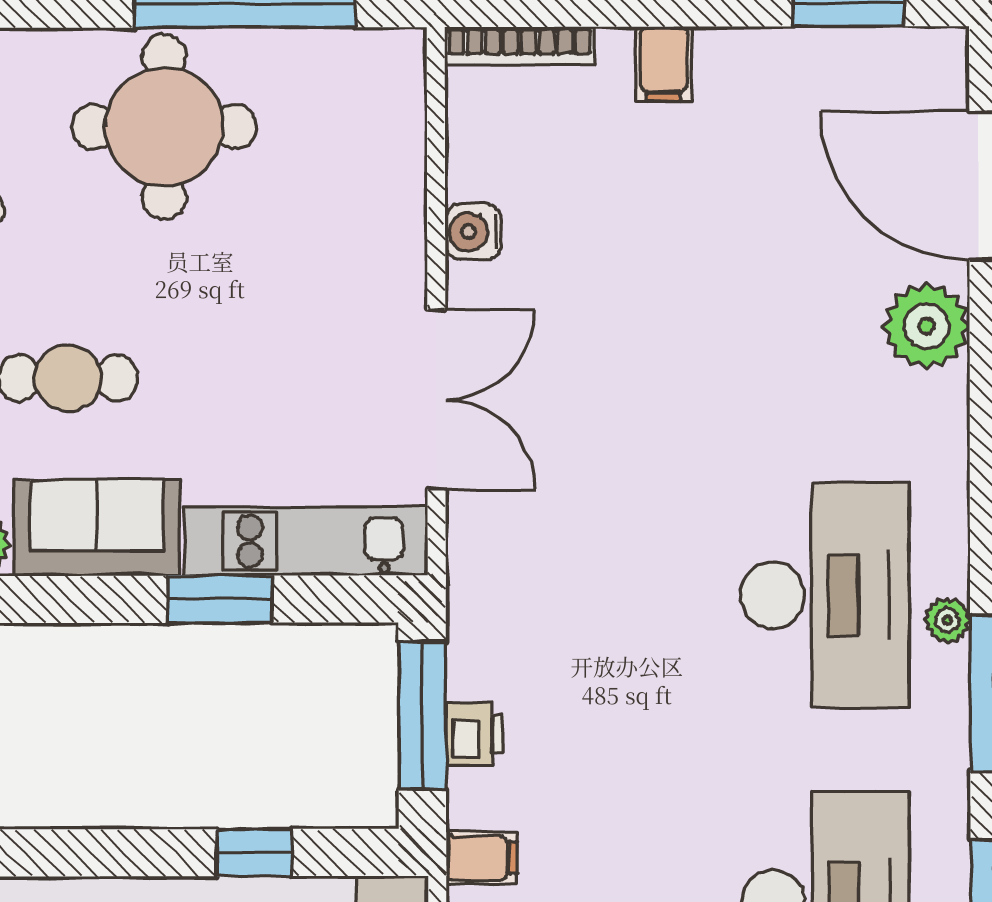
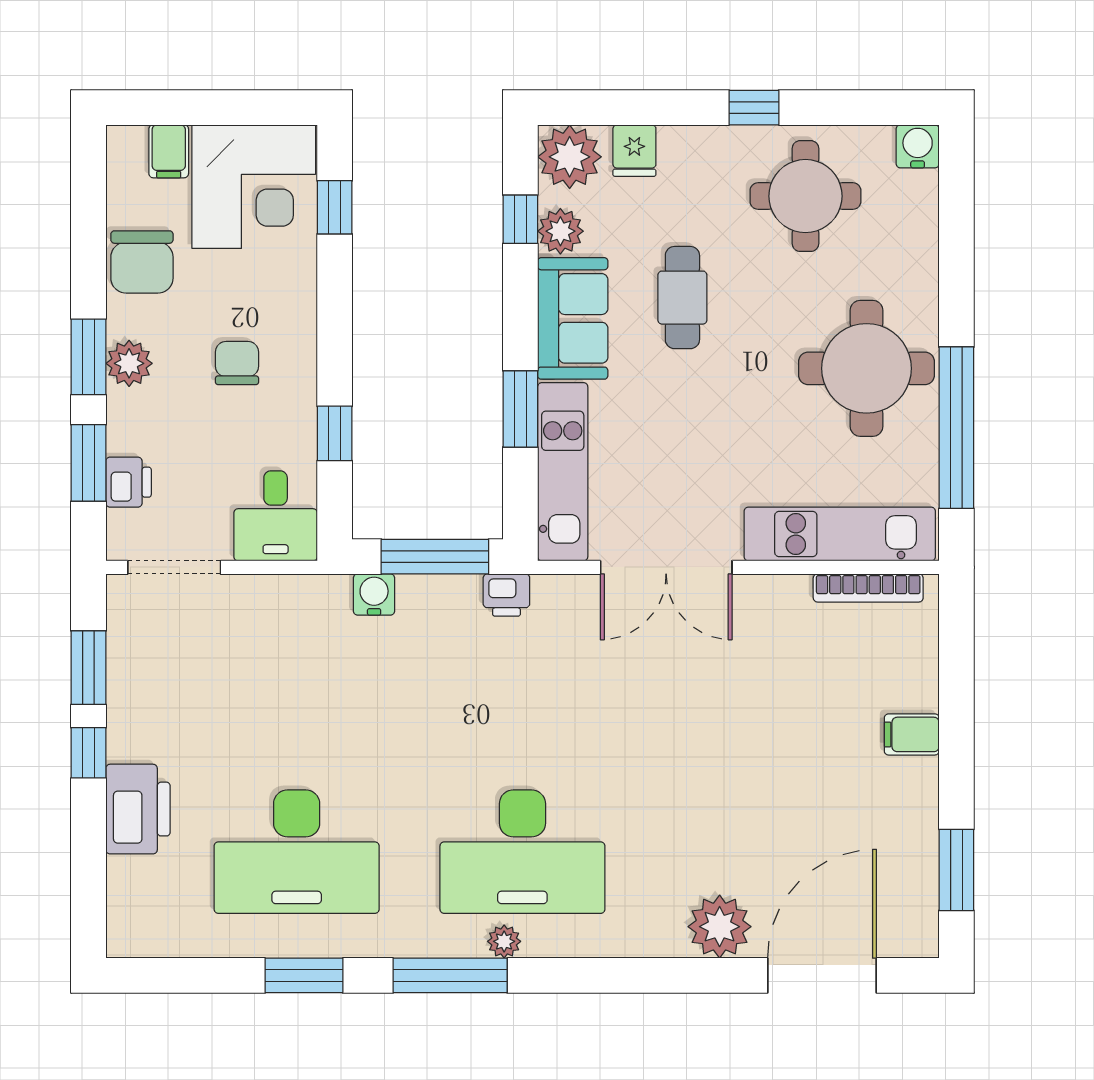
bookcase: (520, 46) -> (868, 588), moved, turned -90
kitchen unit: (390, 163) -> (840, 534), added
water cooler: (473, 232) -> (374, 595), moved
printer: (475, 734) -> (506, 595), moved
filing cabinet: (481, 858) -> (331, 600), removed

